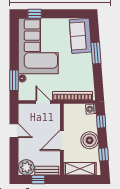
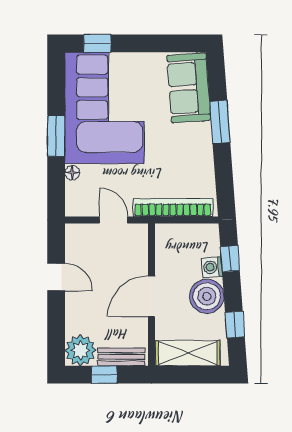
window: (14, 80) -> (56, 136), moved
washing machine: (91, 109) -> (212, 267), moved

